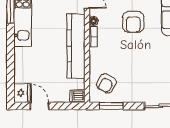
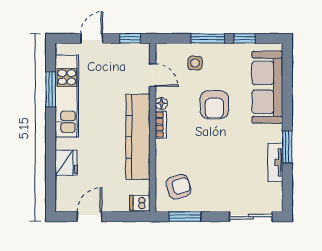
armchair: (106, 84) -> (178, 187), turned -135
fridge: (22, 93) -> (66, 163), moved
door: (40, 106) -> (89, 217), hinge flipped

